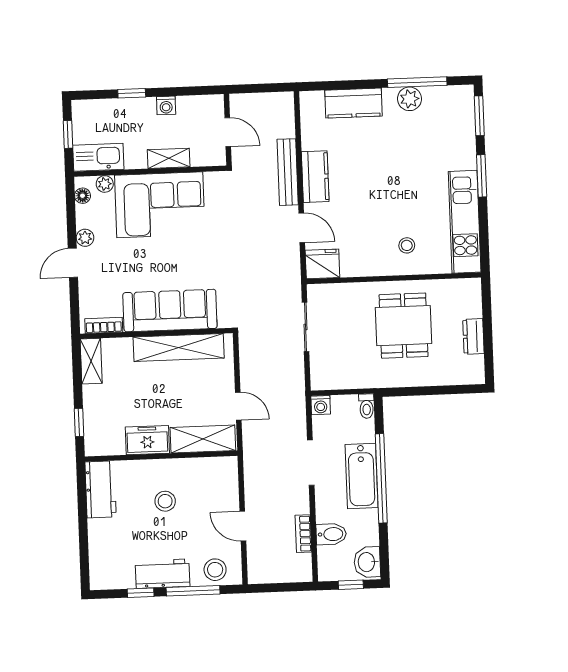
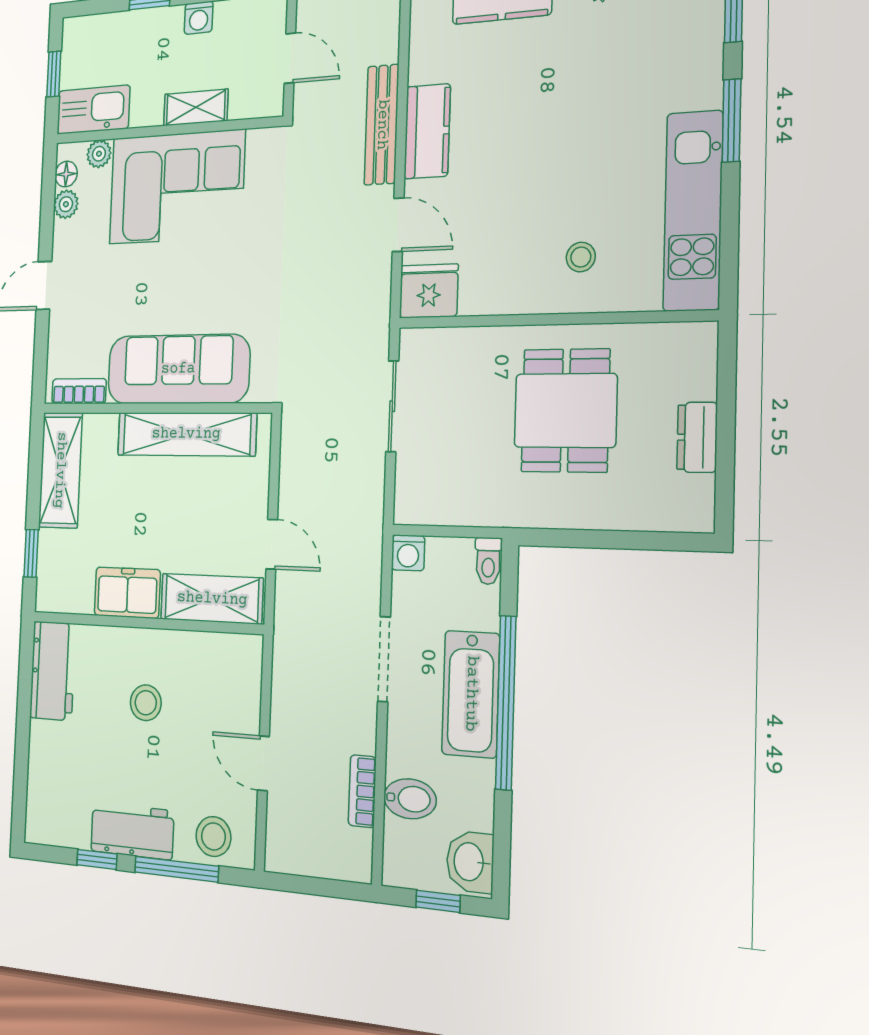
plant: (85, 238) -> (66, 204), moved
shelving: (91, 361) -> (60, 470), width x1.50, depth x1.33

